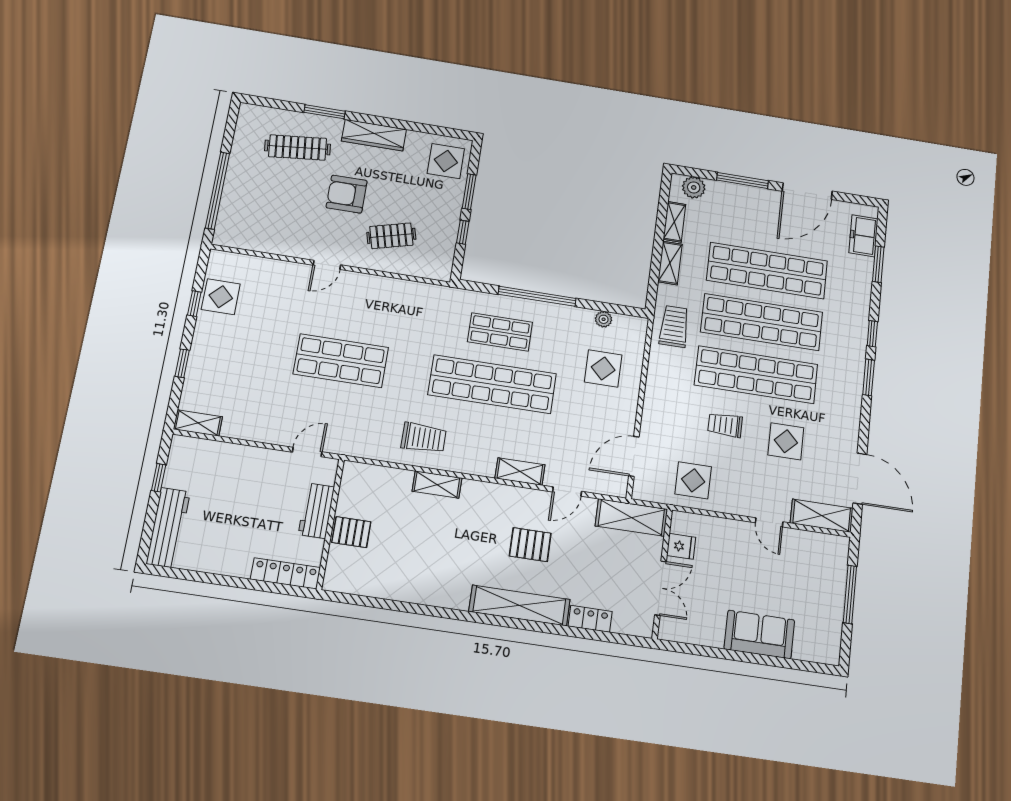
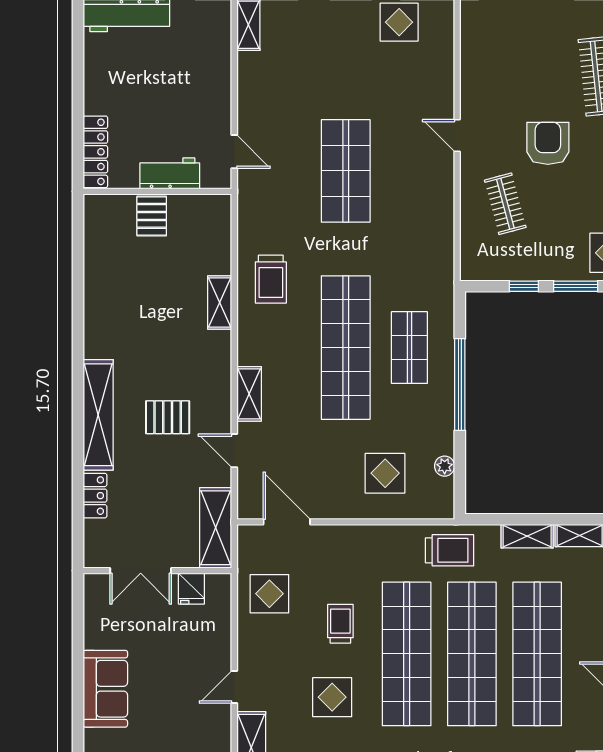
pallet: (530, 545) -> (168, 417), turned 90

